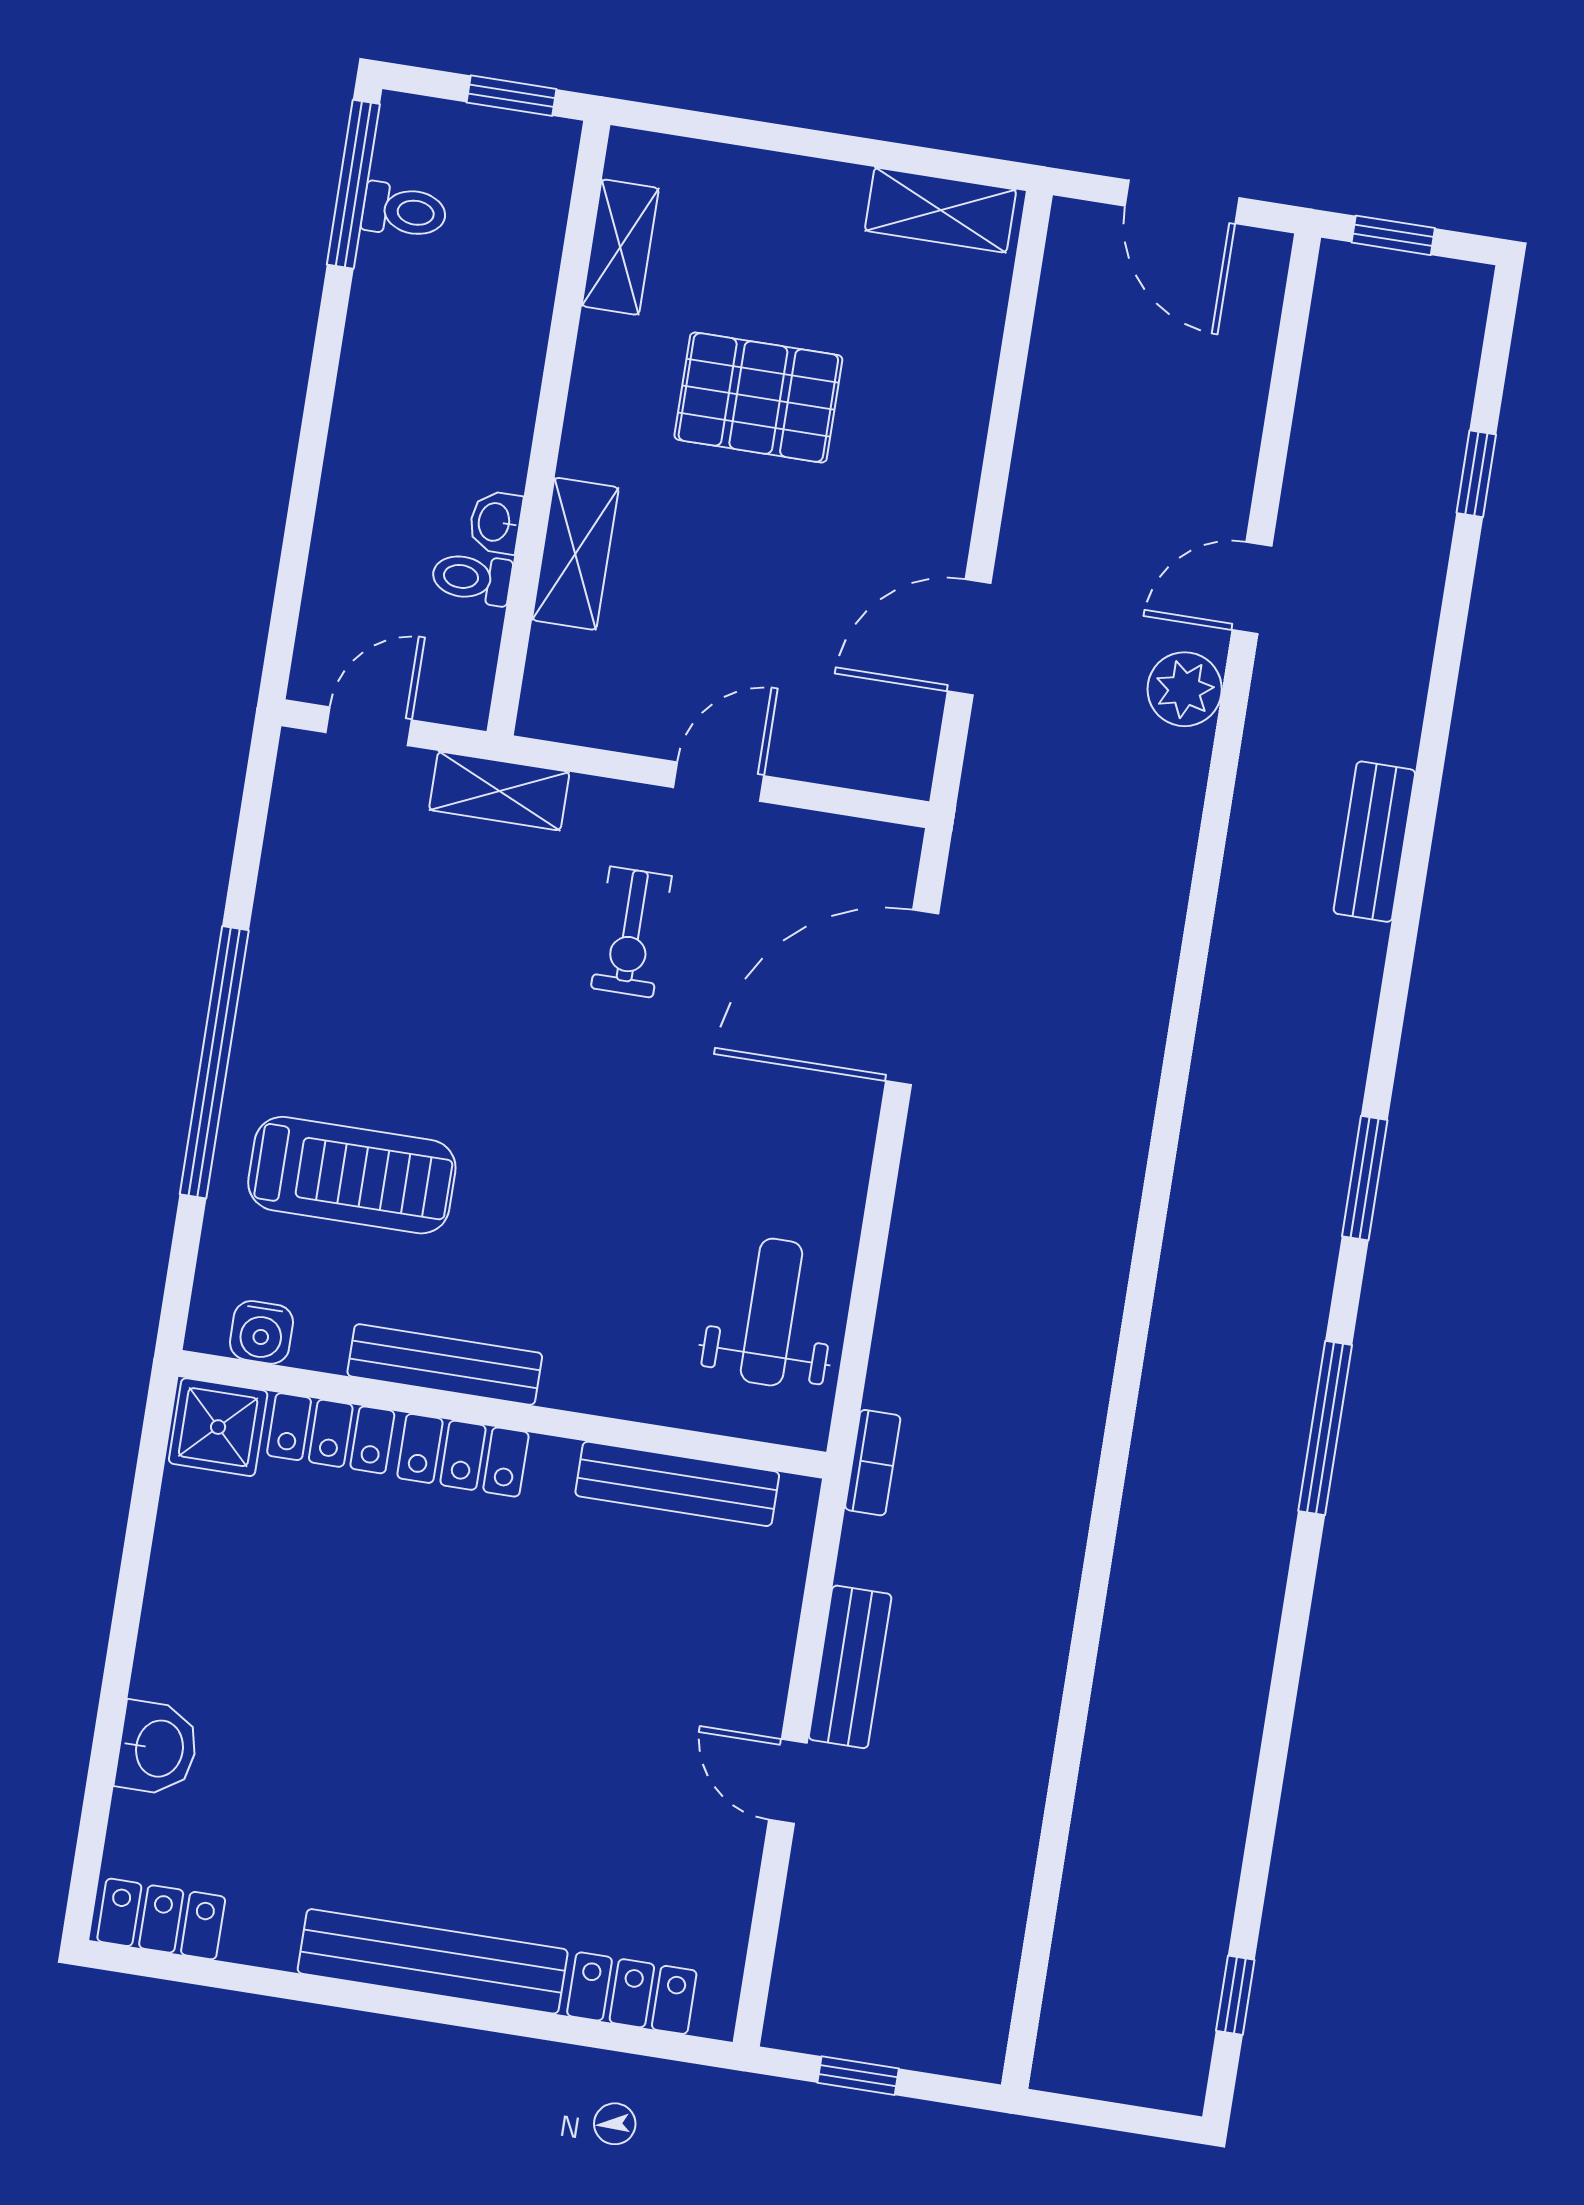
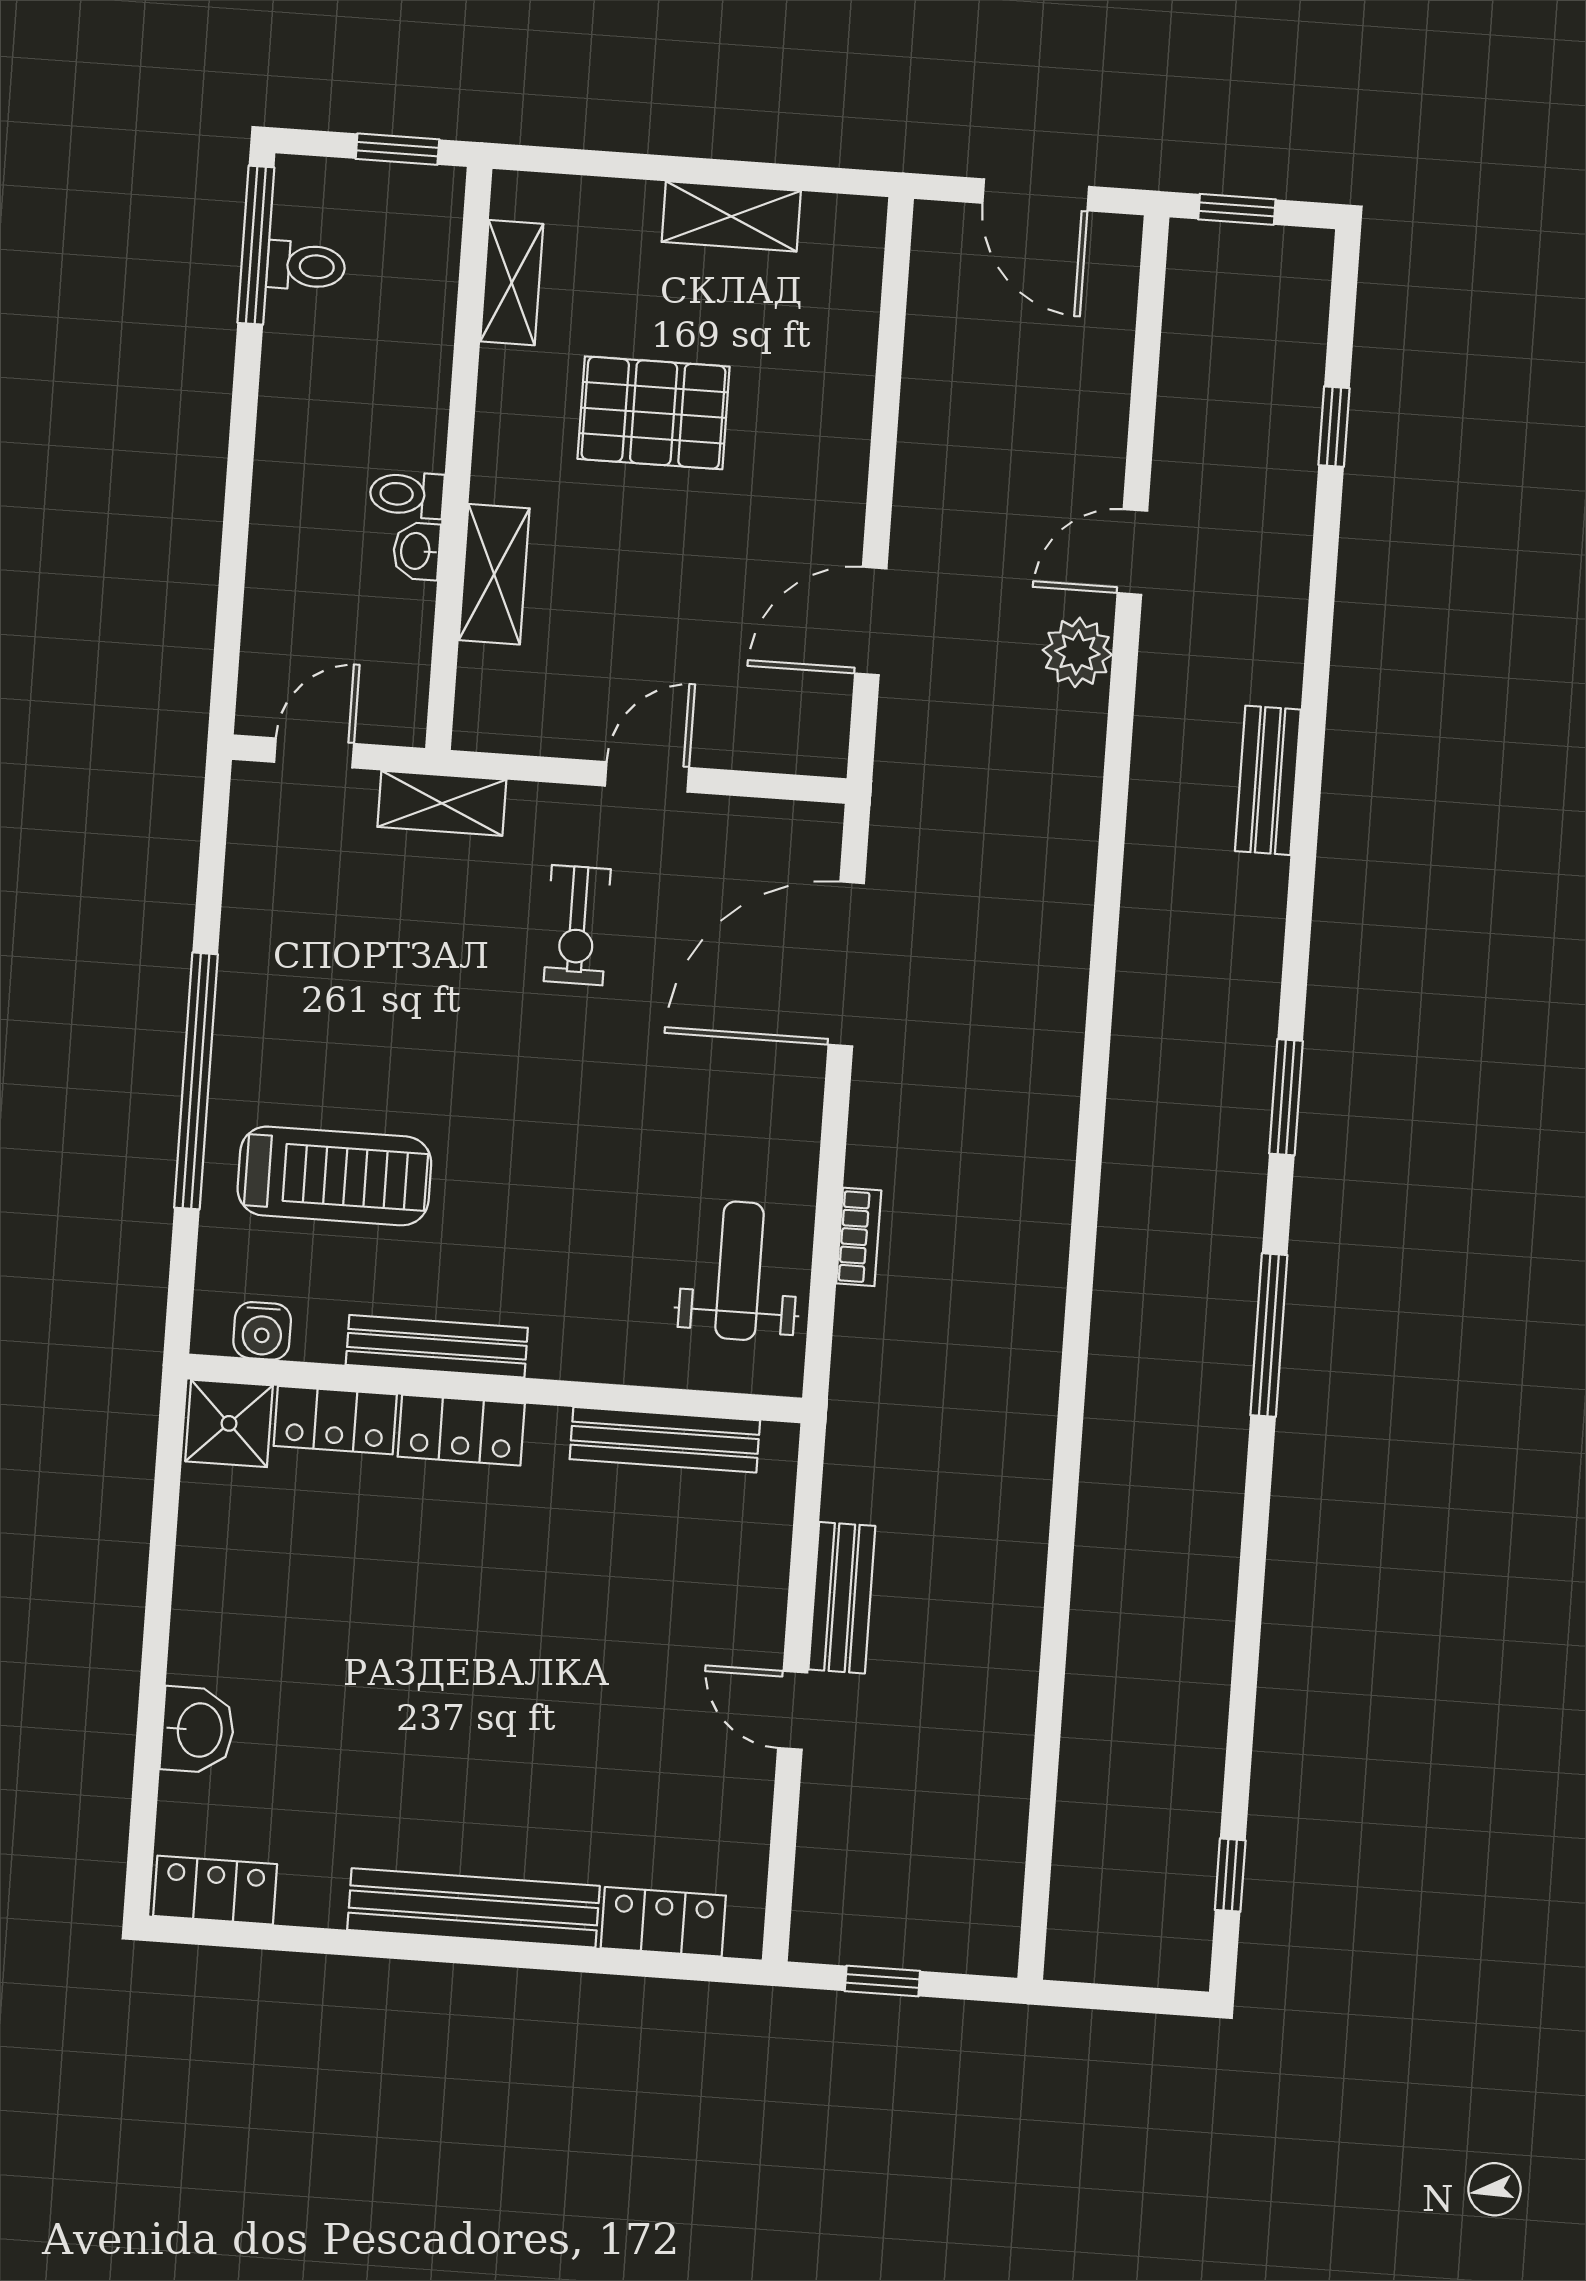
shelving: (940, 210) -> (731, 216), moved
toilet: (472, 578) -> (407, 495), moved
bookcase: (873, 1463) -> (859, 1237), moved

